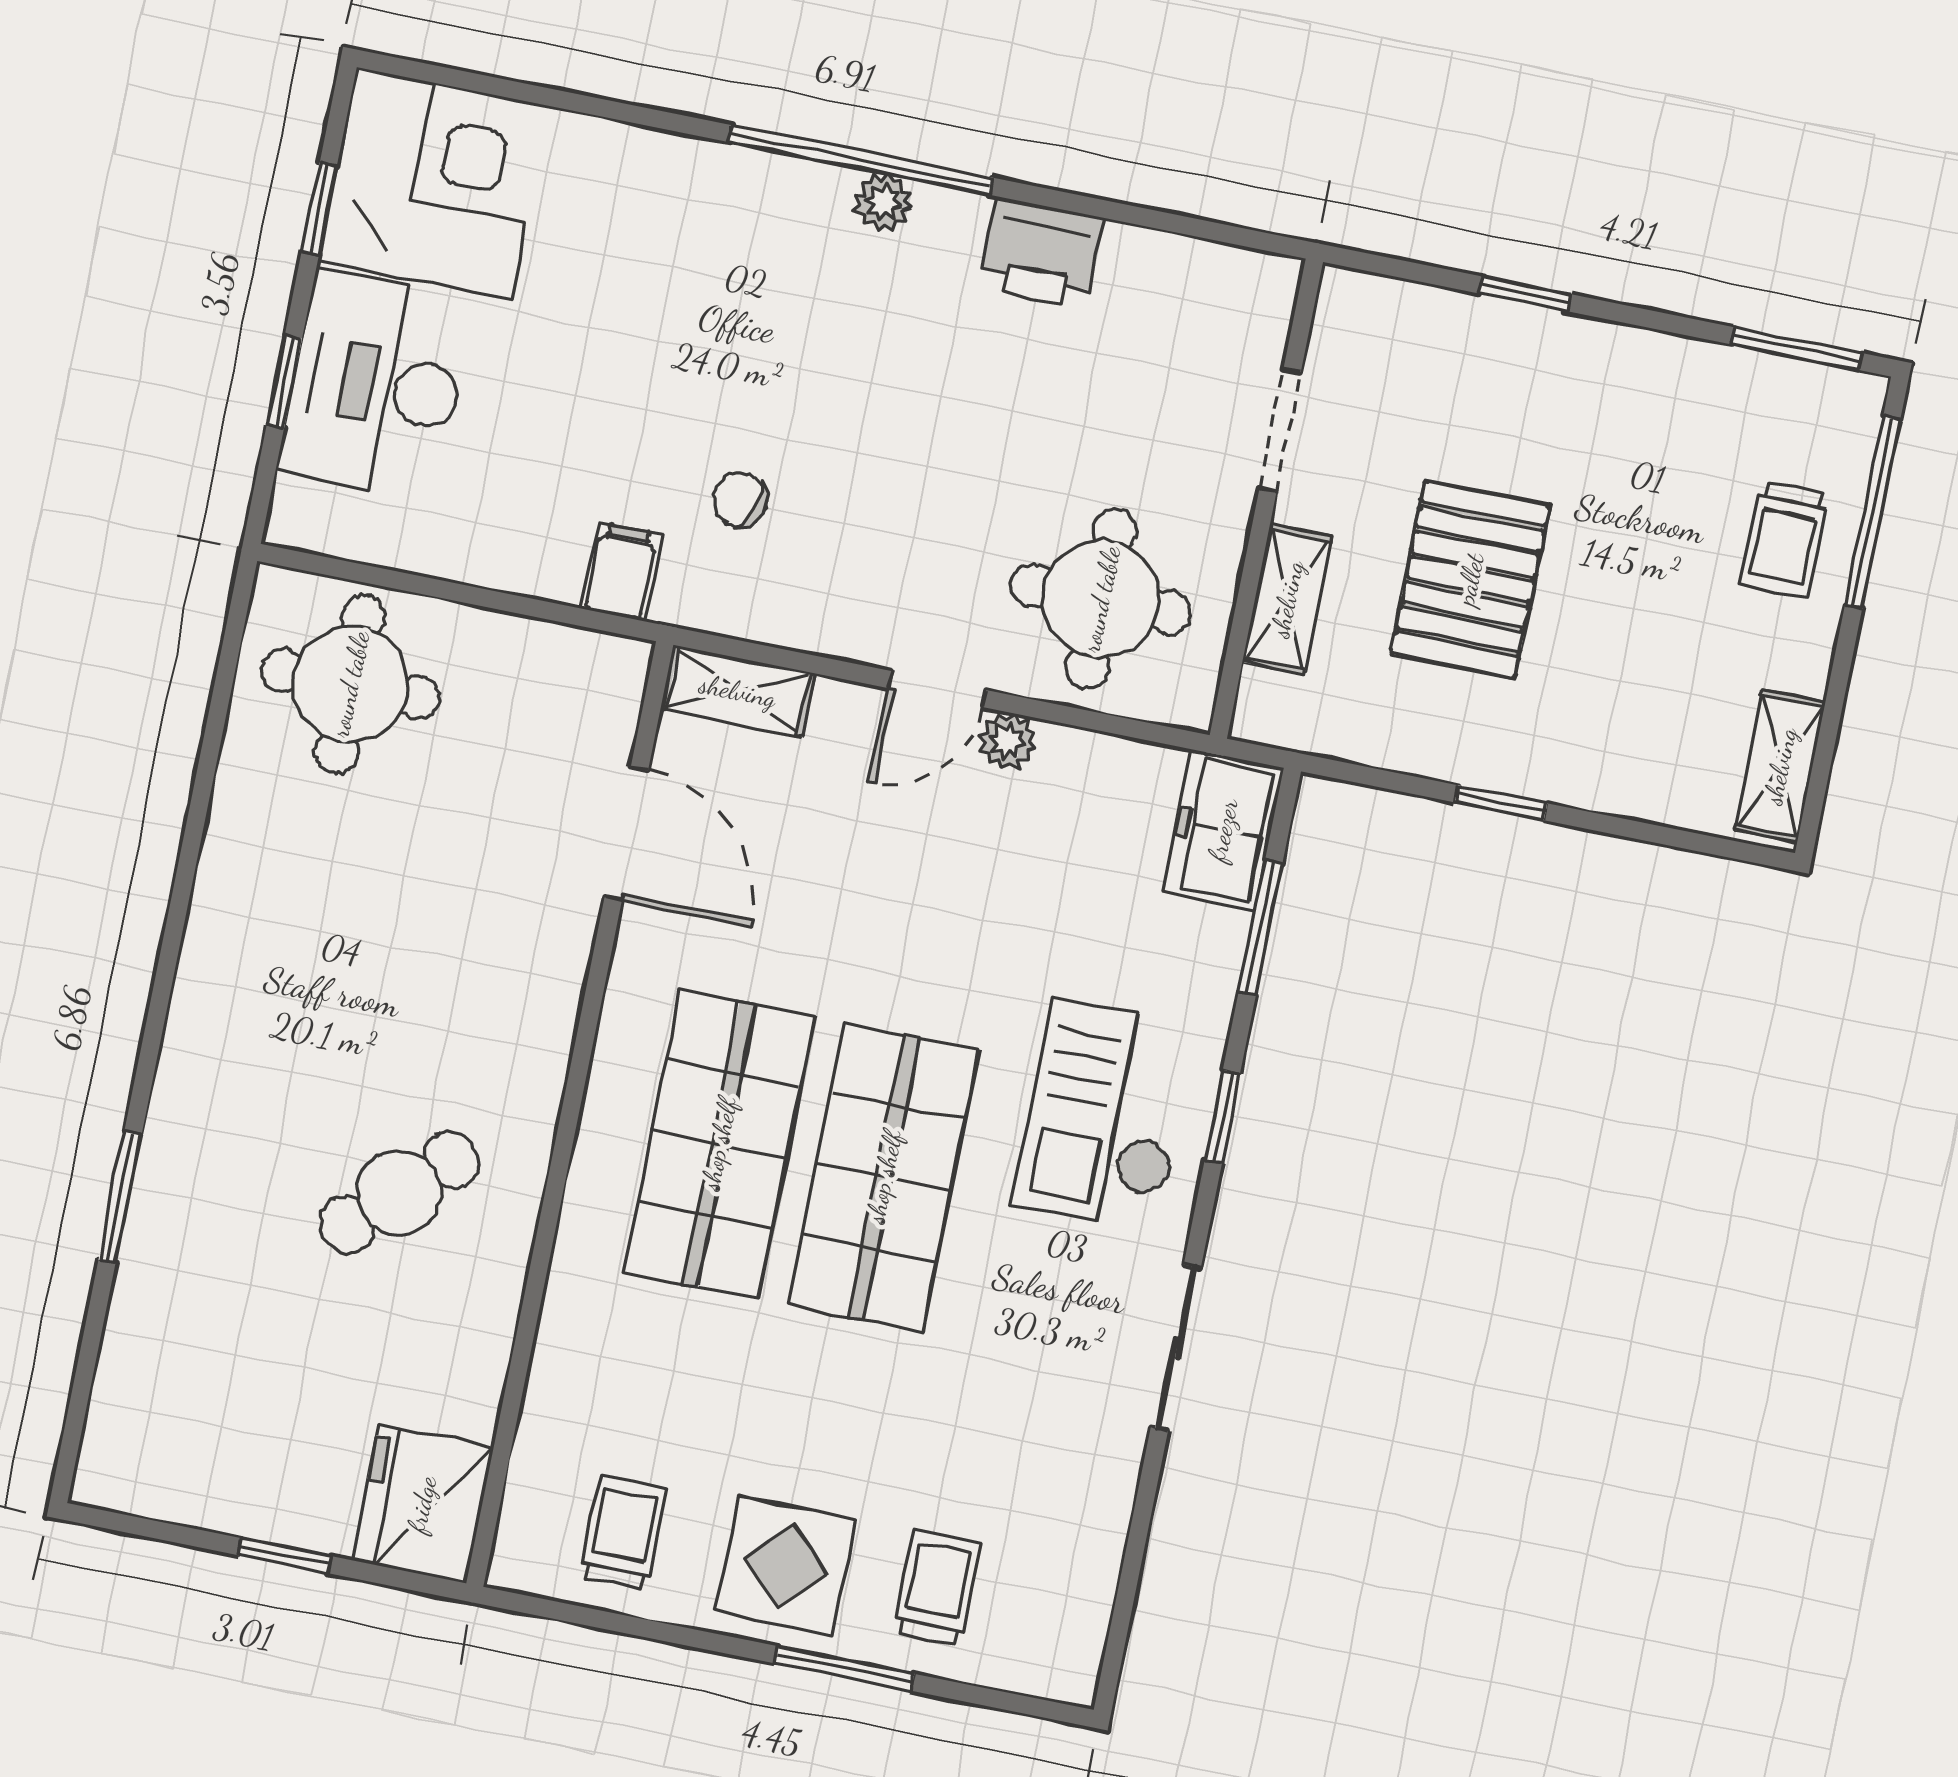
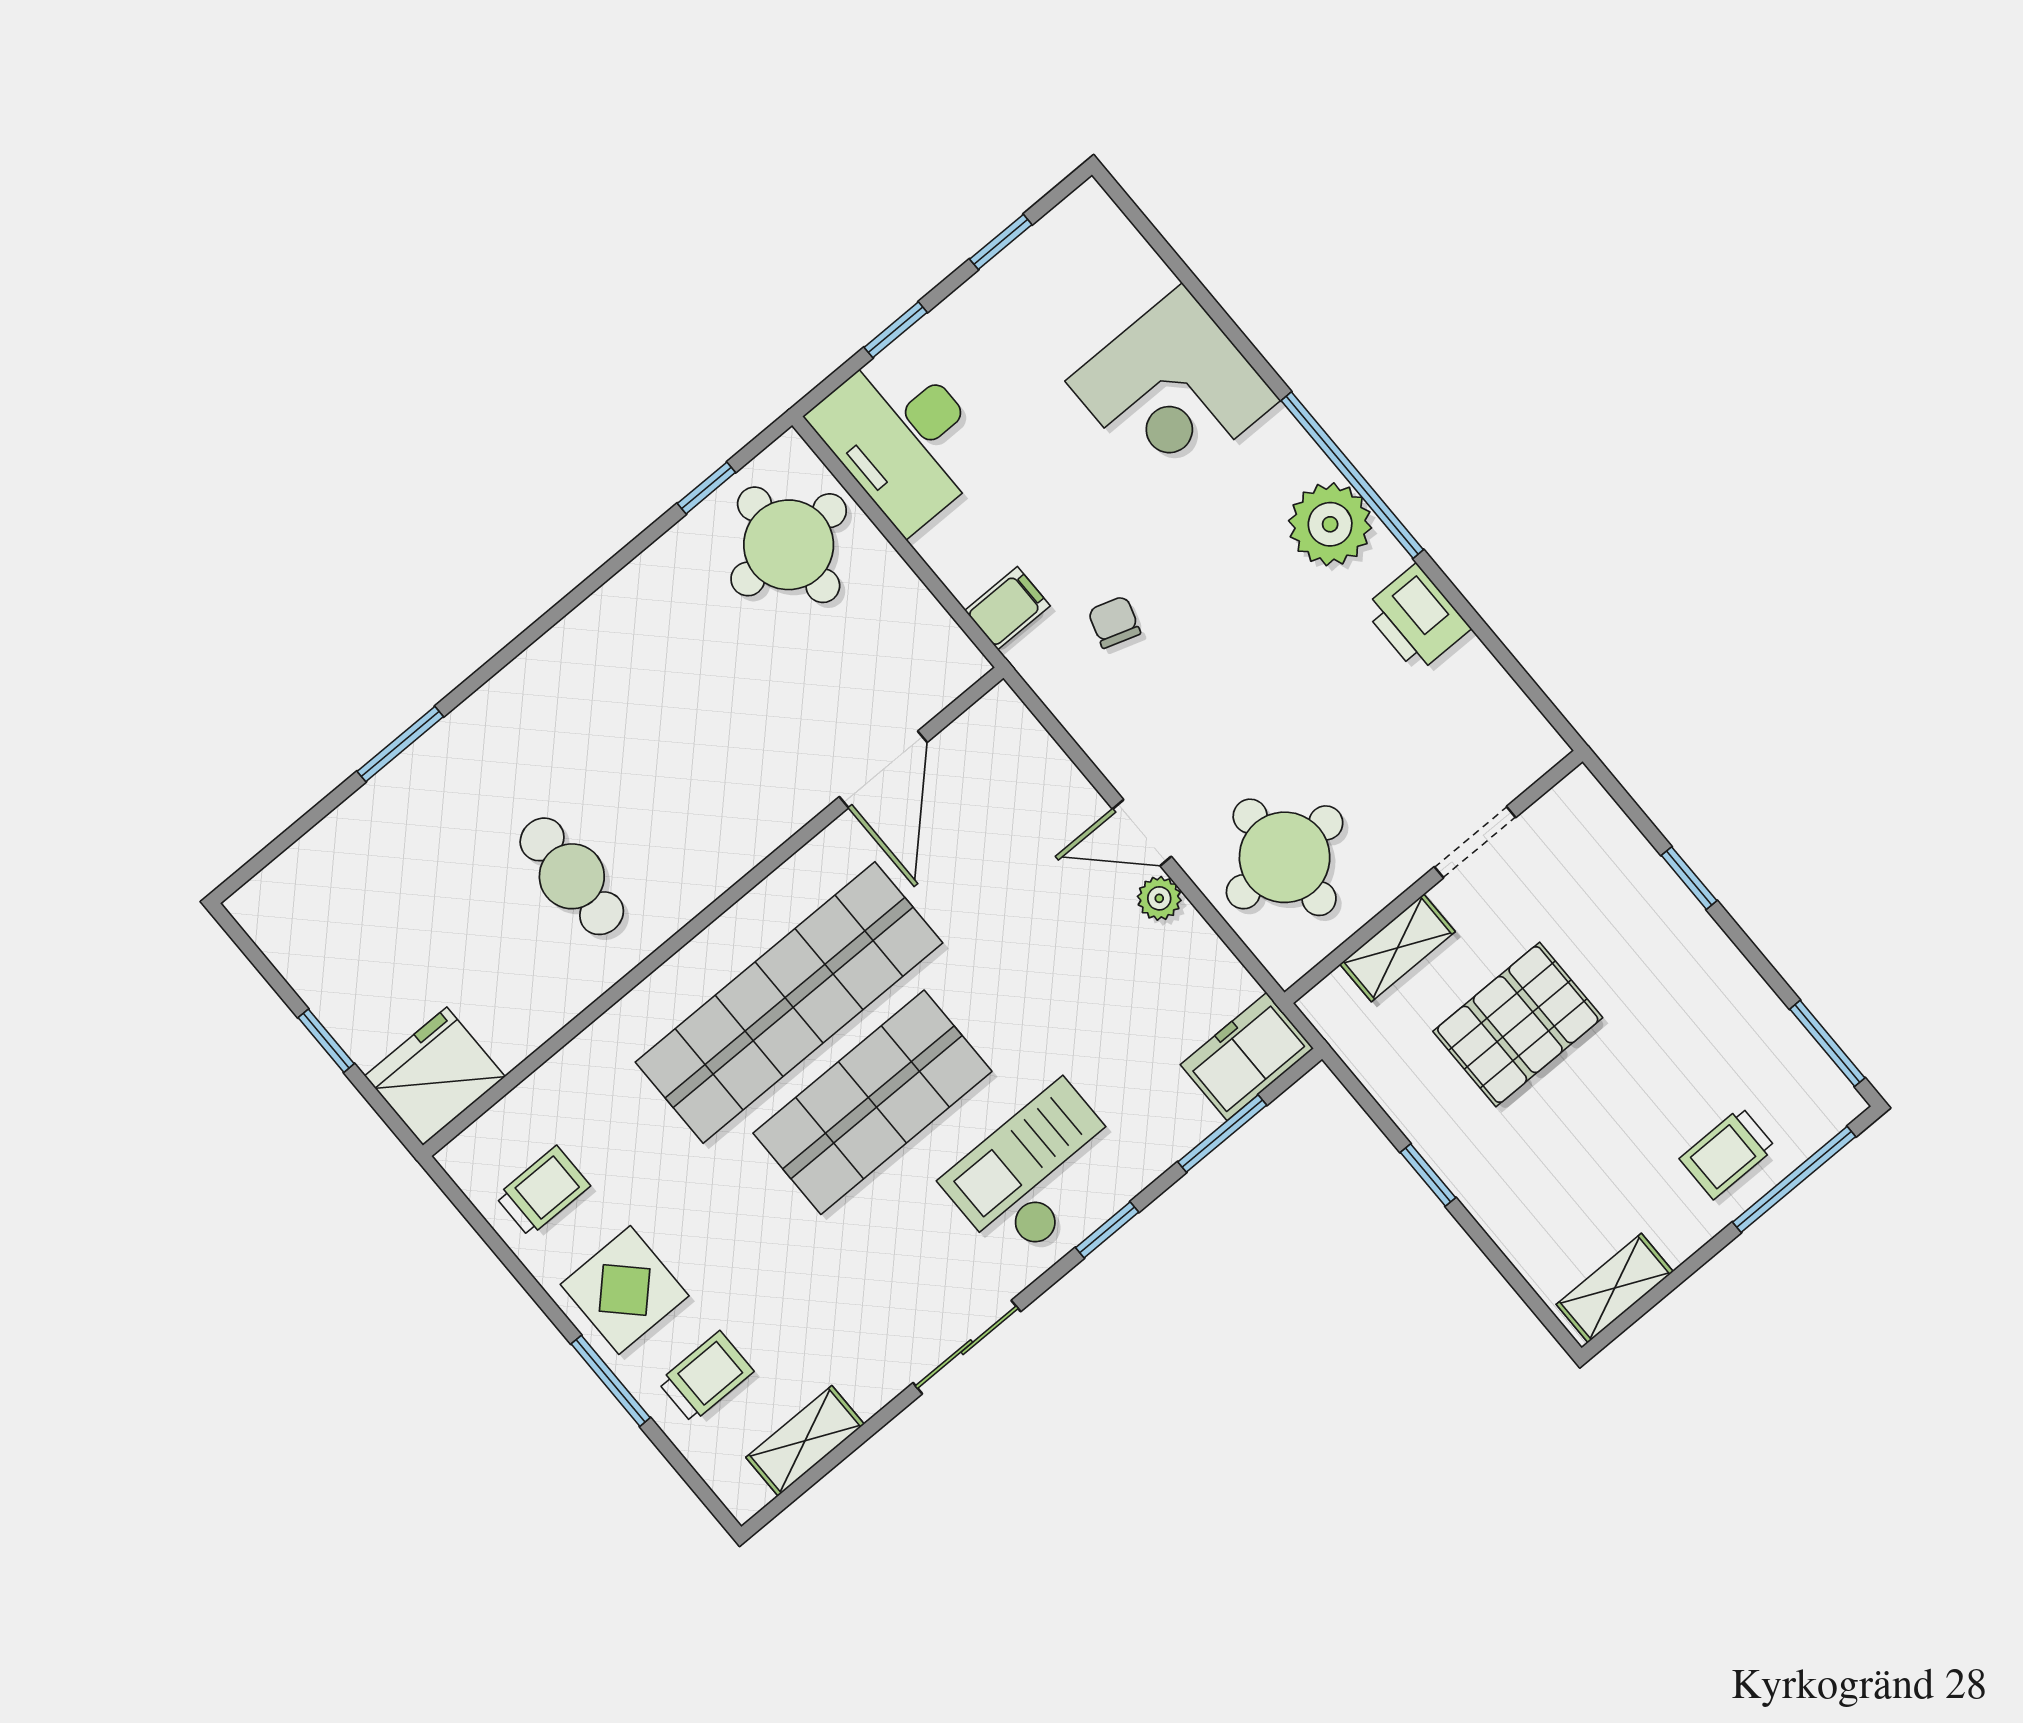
corner desk: (434, 184) -> (1173, 391), moved, turned 90
plant: (883, 203) -> (1330, 524), width x1.88, depth x1.88
desk: (376, 385) -> (903, 438), moved, turned -90
shelving: (738, 691) -> (805, 1441), moved, turned 90
window: (222, 693) -> (706, 488), added
shop shelf: (719, 1144) -> (789, 1003), width x1.40
cafe table: (399, 1192) -> (572, 876), turned 44

